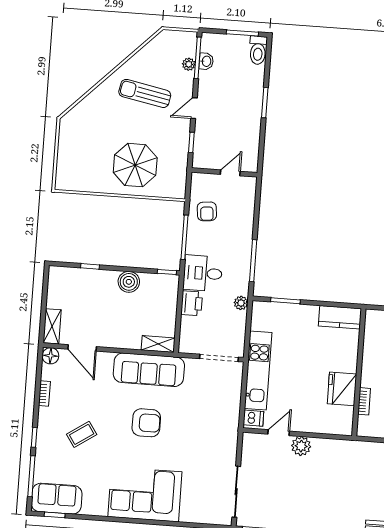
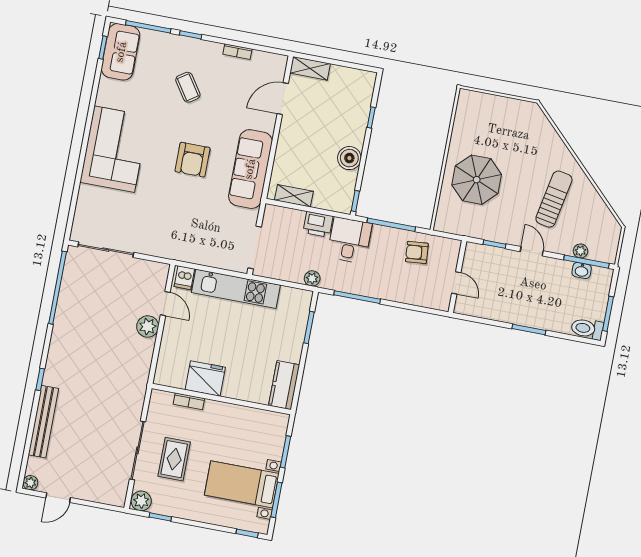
shelving: (158, 344) -> (294, 196), moved, turned 90
floor lamp: (50, 356) -> (278, 63), removed

